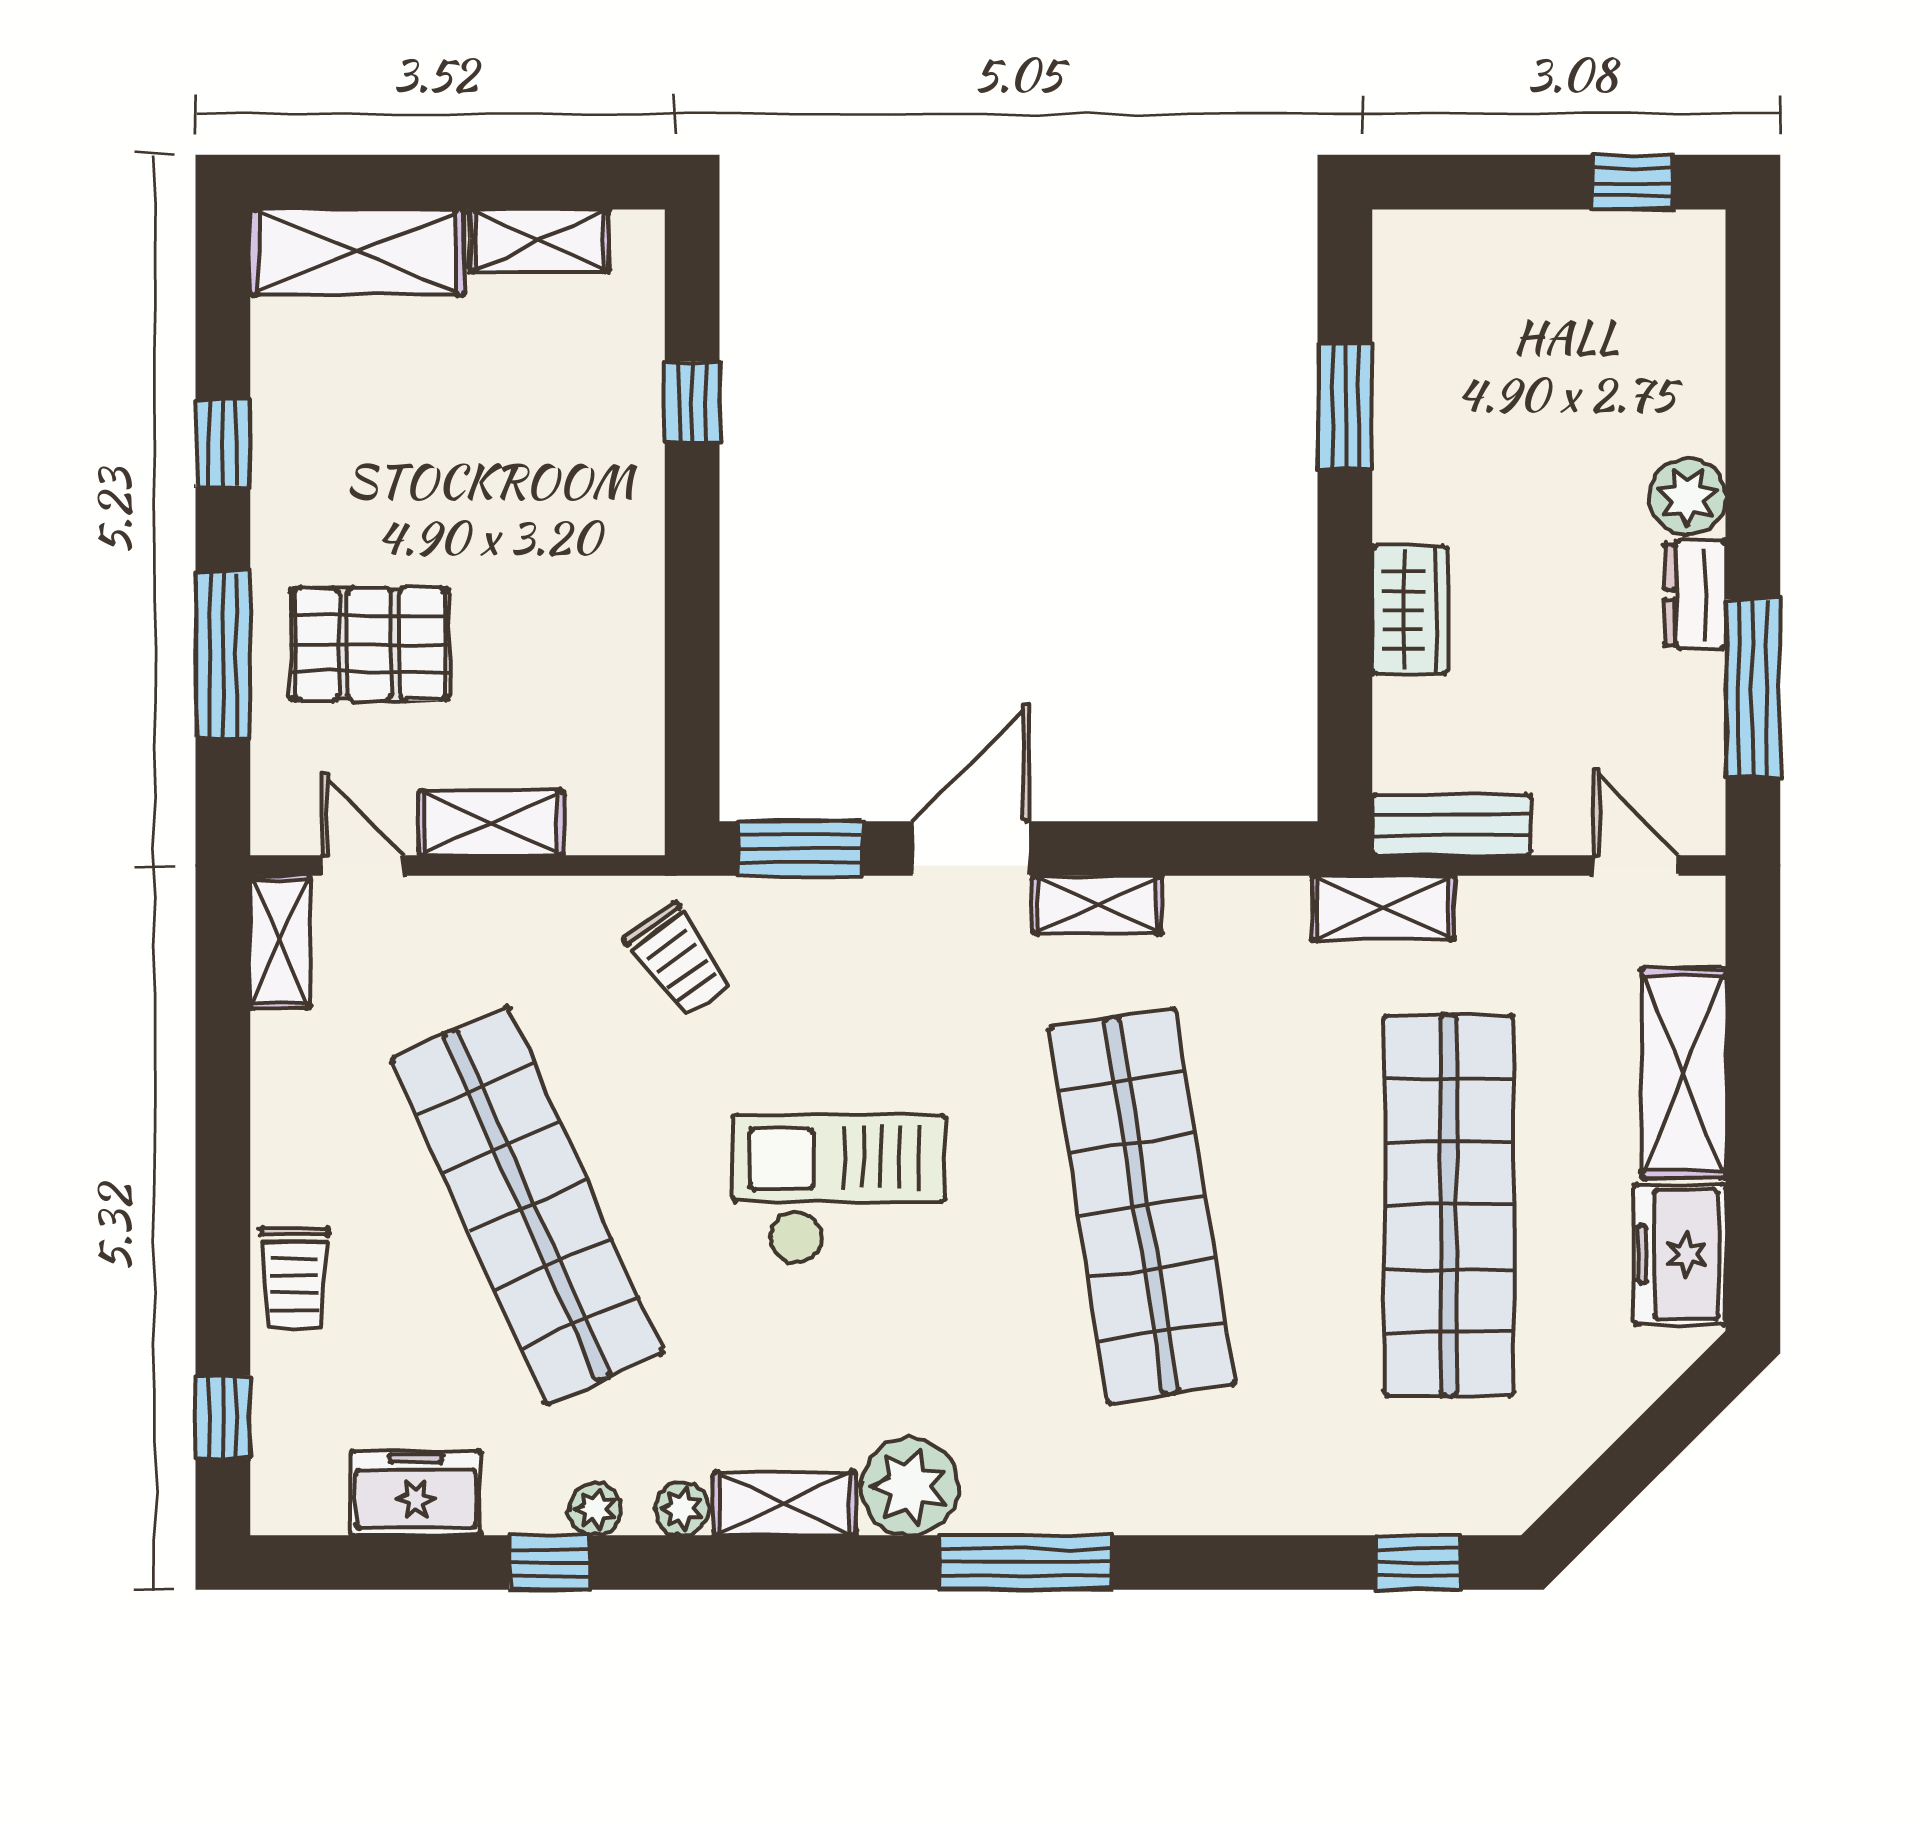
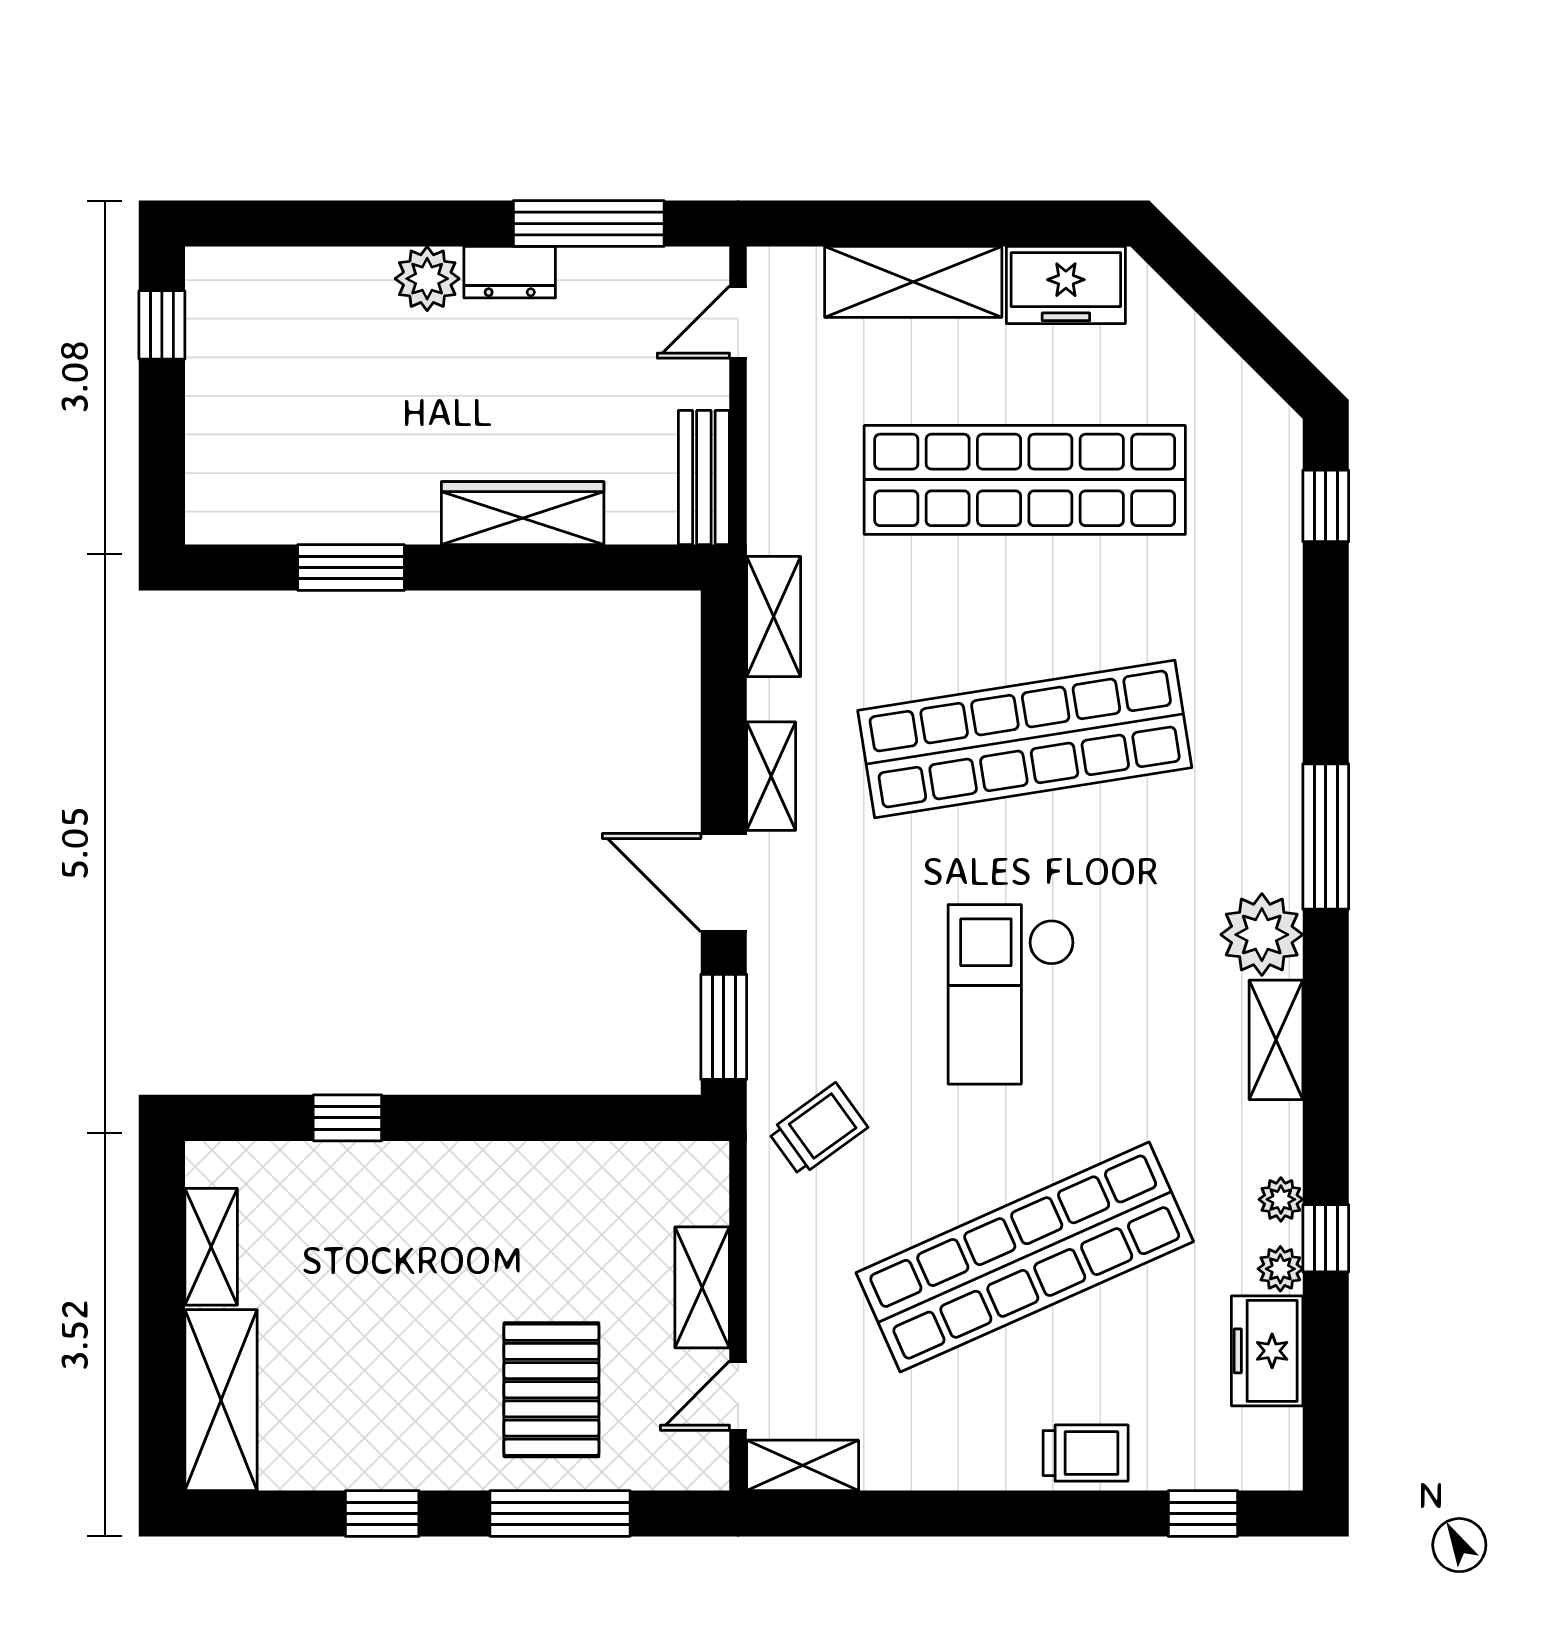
wardrobe: (1409, 610) -> (523, 513), width x1.50
shelving: (1383, 908) -> (774, 617), moved
plant: (682, 1509) -> (1280, 1269), moved

